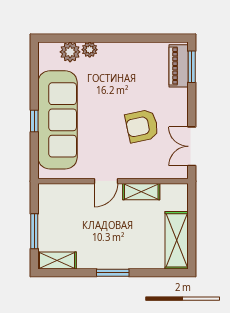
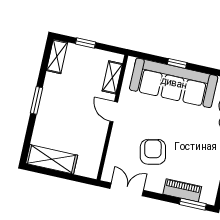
piano: (179, 66) -> (182, 190), moved
shelving: (141, 192) -> (112, 77), moved
window: (34, 231) -> (86, 43), width x0.67

